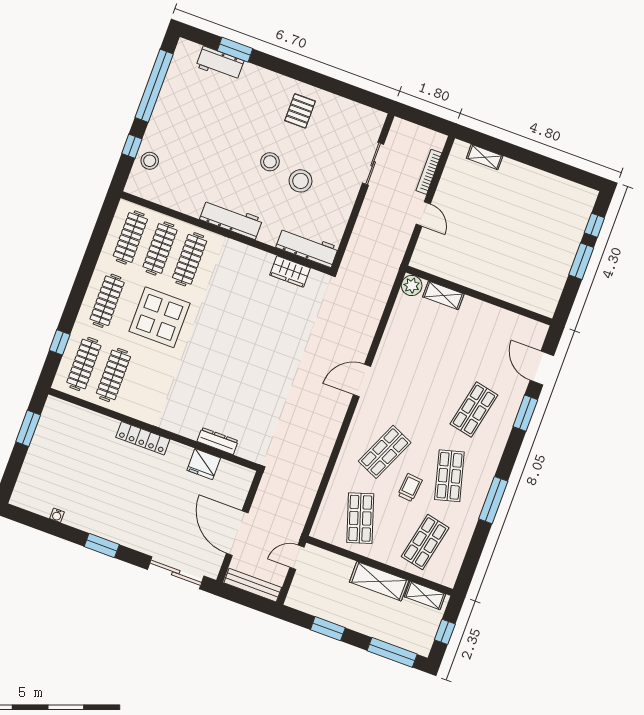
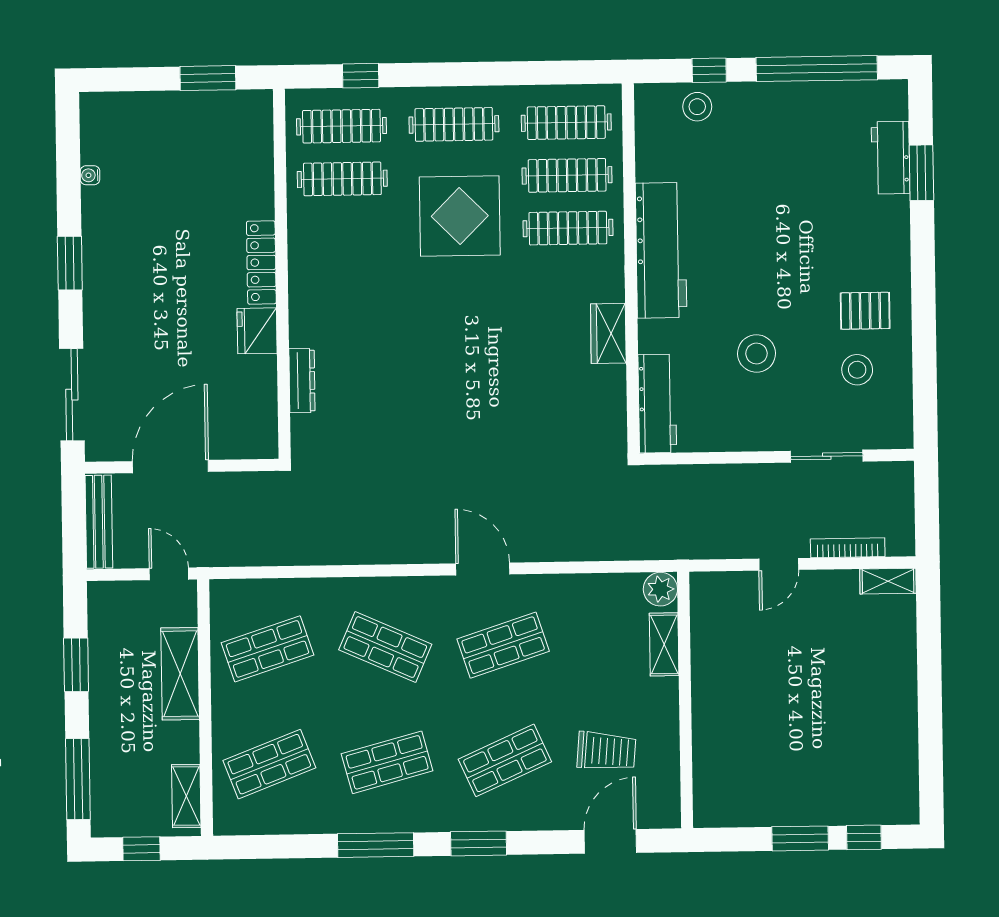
shelving: (485, 157) -> (888, 581), moved, turned 90
stool: (270, 162) -> (857, 370), moved
workbench: (231, 219) -> (661, 250), width x1.36, depth x1.32
wardrobe: (290, 271) -> (608, 333), moved
shop shelf: (409, 386) -> (503, 645), added
shop shelf: (474, 409) -> (505, 760), turned -36
window: (525, 413) -> (479, 843), moved
fridge: (204, 464) -> (257, 331), moved
trolley: (410, 488) -> (606, 751), moved, width x1.36, depth x1.39
shop shelf: (425, 542) -> (269, 764), turned -33
shelving: (379, 581) -> (180, 674), moved

